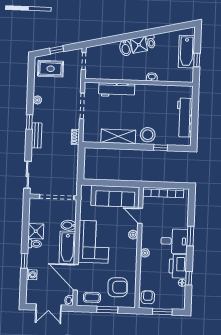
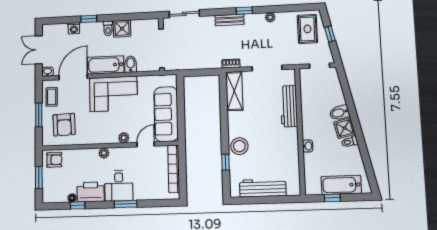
shelving: (118, 136) -> (234, 91), moved

